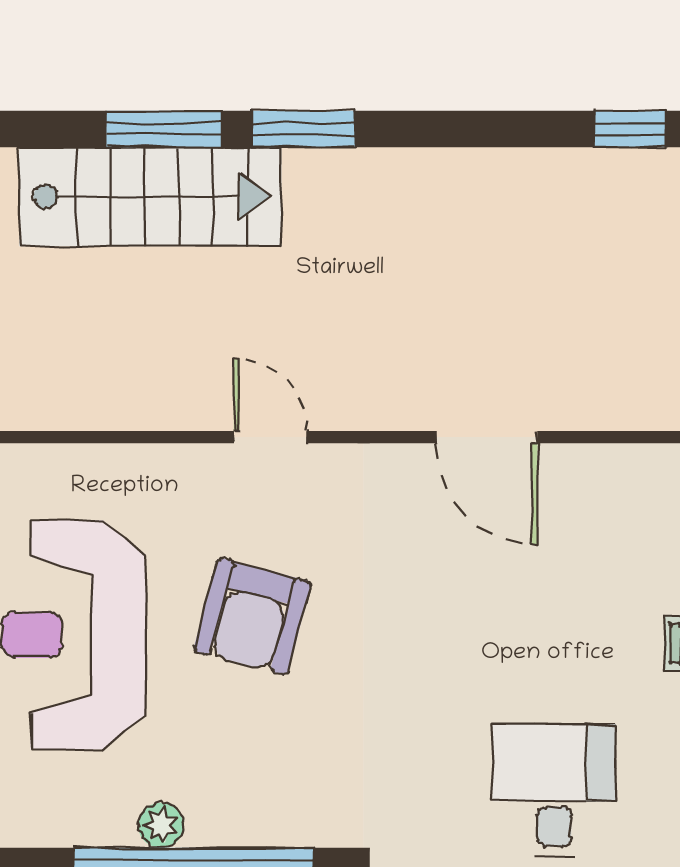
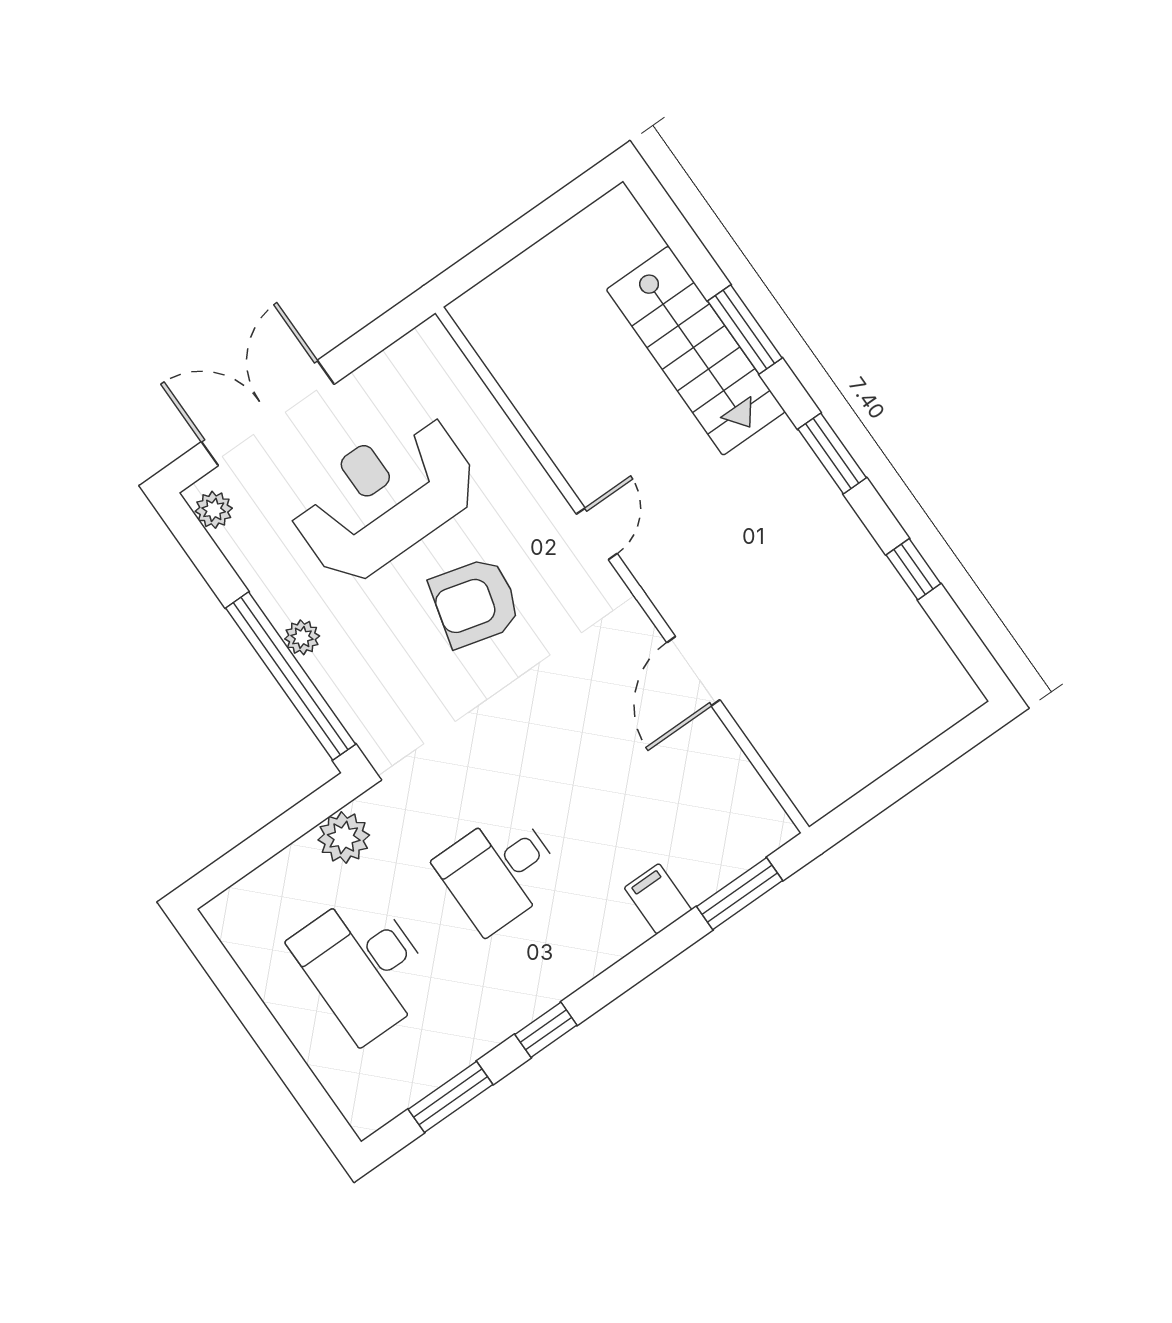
window: (304, 129) -> (832, 453), moved
window: (630, 129) -> (913, 569), moved
desk: (554, 791) -> (499, 871), turned 180

